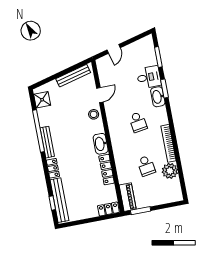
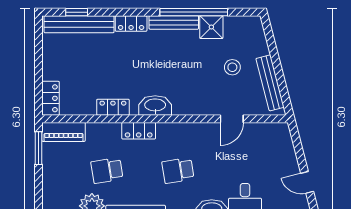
door: (114, 49) -> (307, 182), moved
door: (100, 95) -> (232, 119), hinge flipped
shower: (42, 100) -> (211, 27), moved
stool: (94, 114) -> (232, 67), moved
locker: (118, 151) -> (139, 131), added
locker: (107, 170) -> (113, 107), width x0.66

